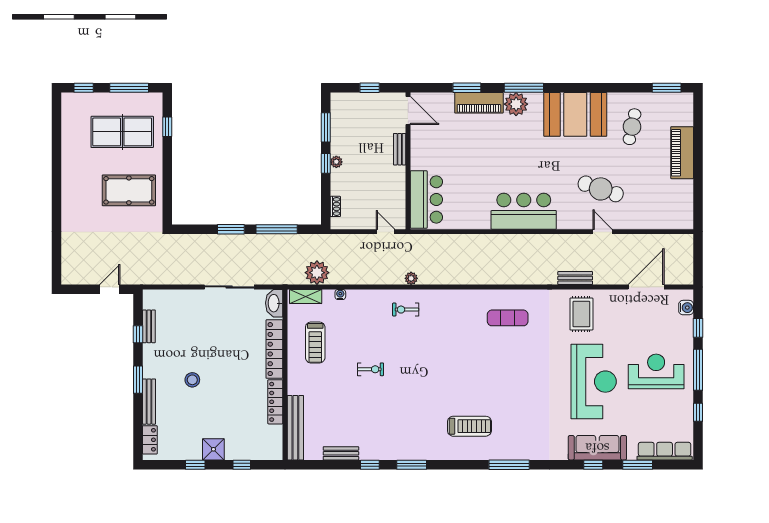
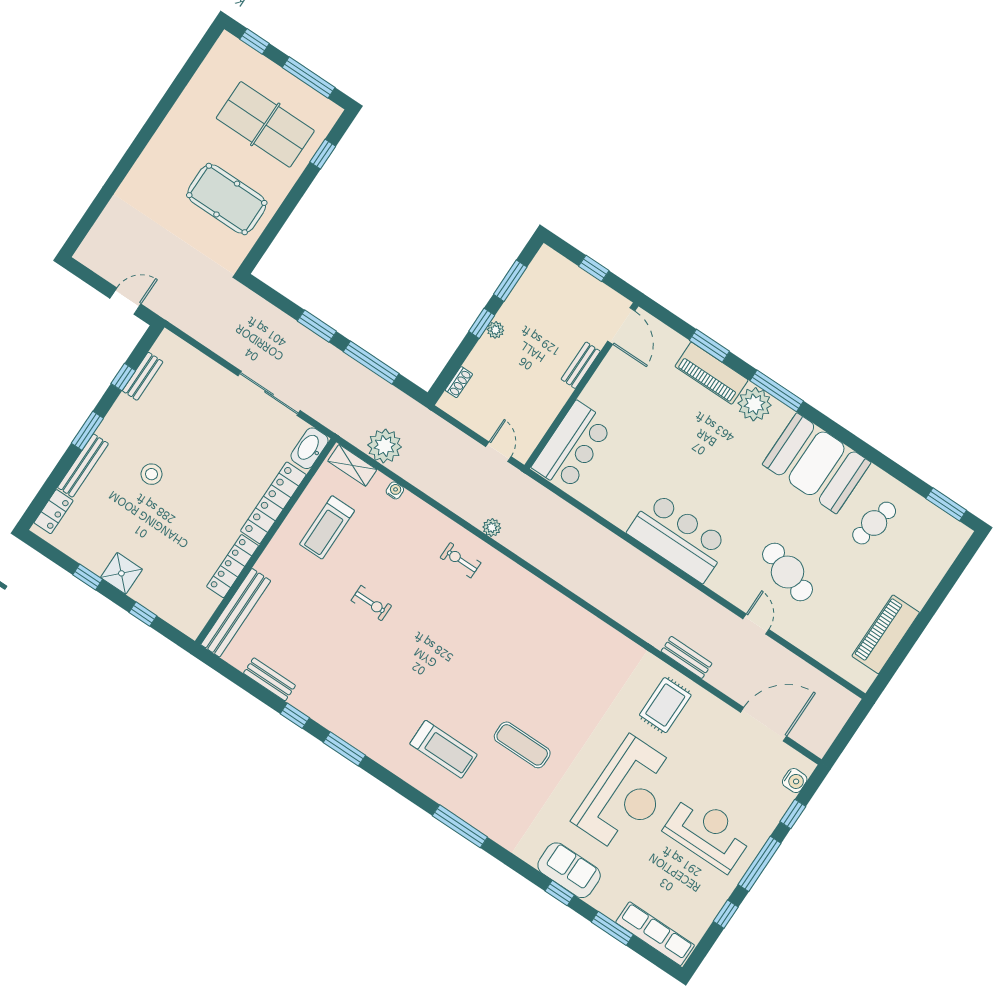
piano: (682, 153) -> (886, 634), moved
exercise mat: (508, 318) -> (522, 745), moved
sofa: (597, 448) -> (569, 870), width x0.73

